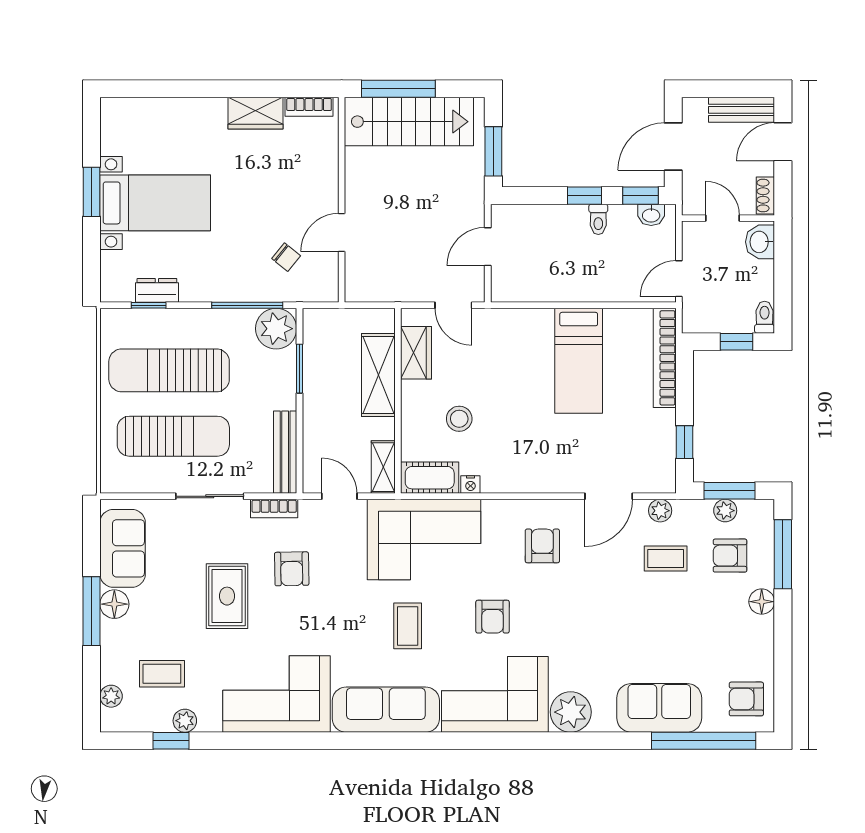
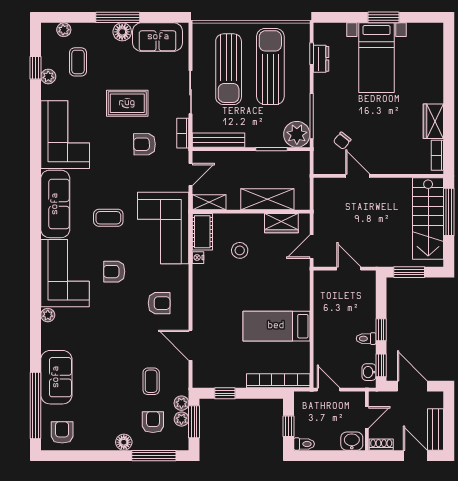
plant: (660, 511) -> (181, 403), moved
plant: (571, 712) -> (48, 315), width x0.53, depth x0.53

